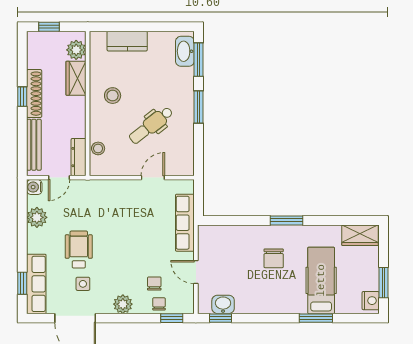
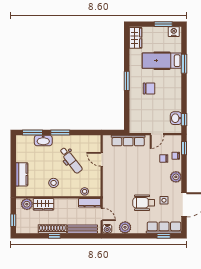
washbasin: (185, 51) -> (43, 141), moved

